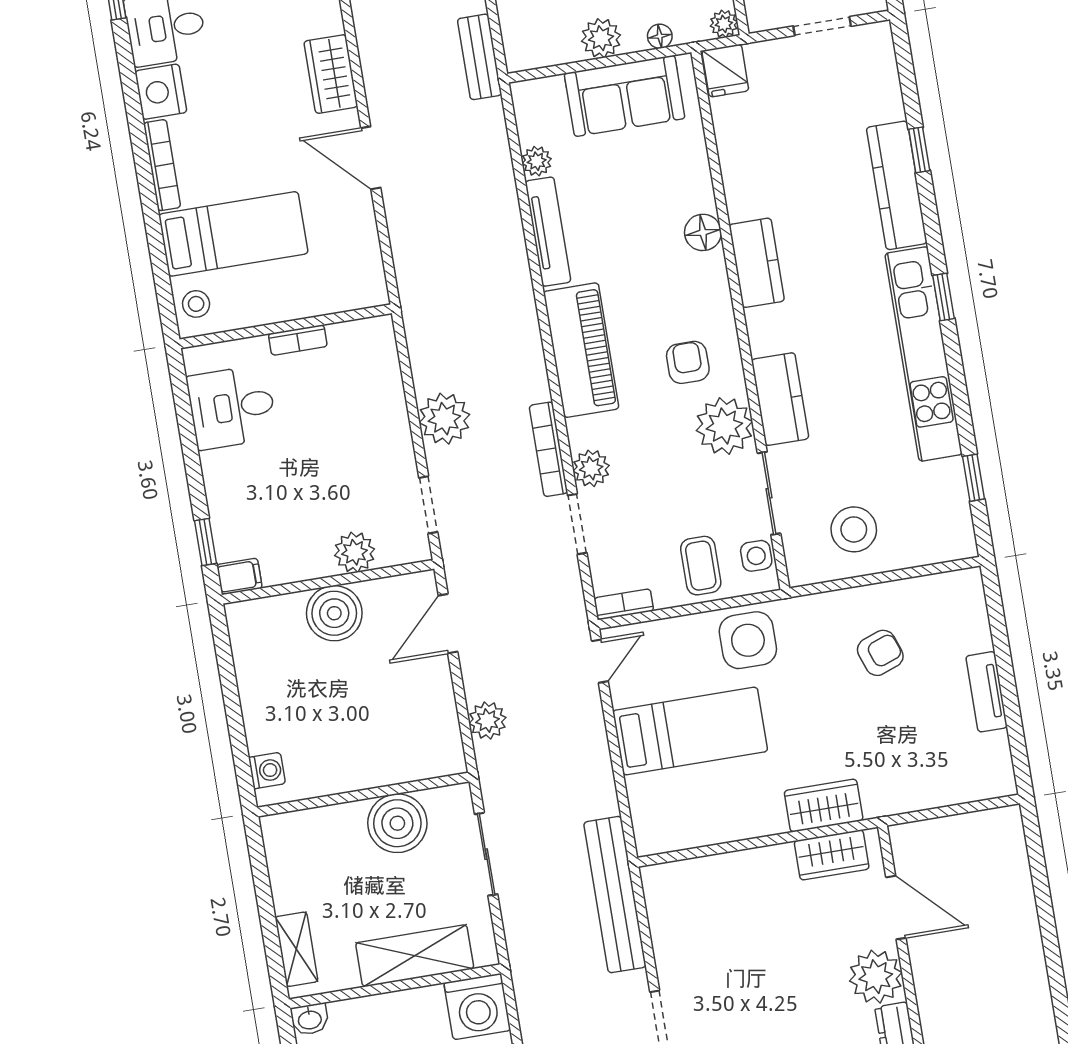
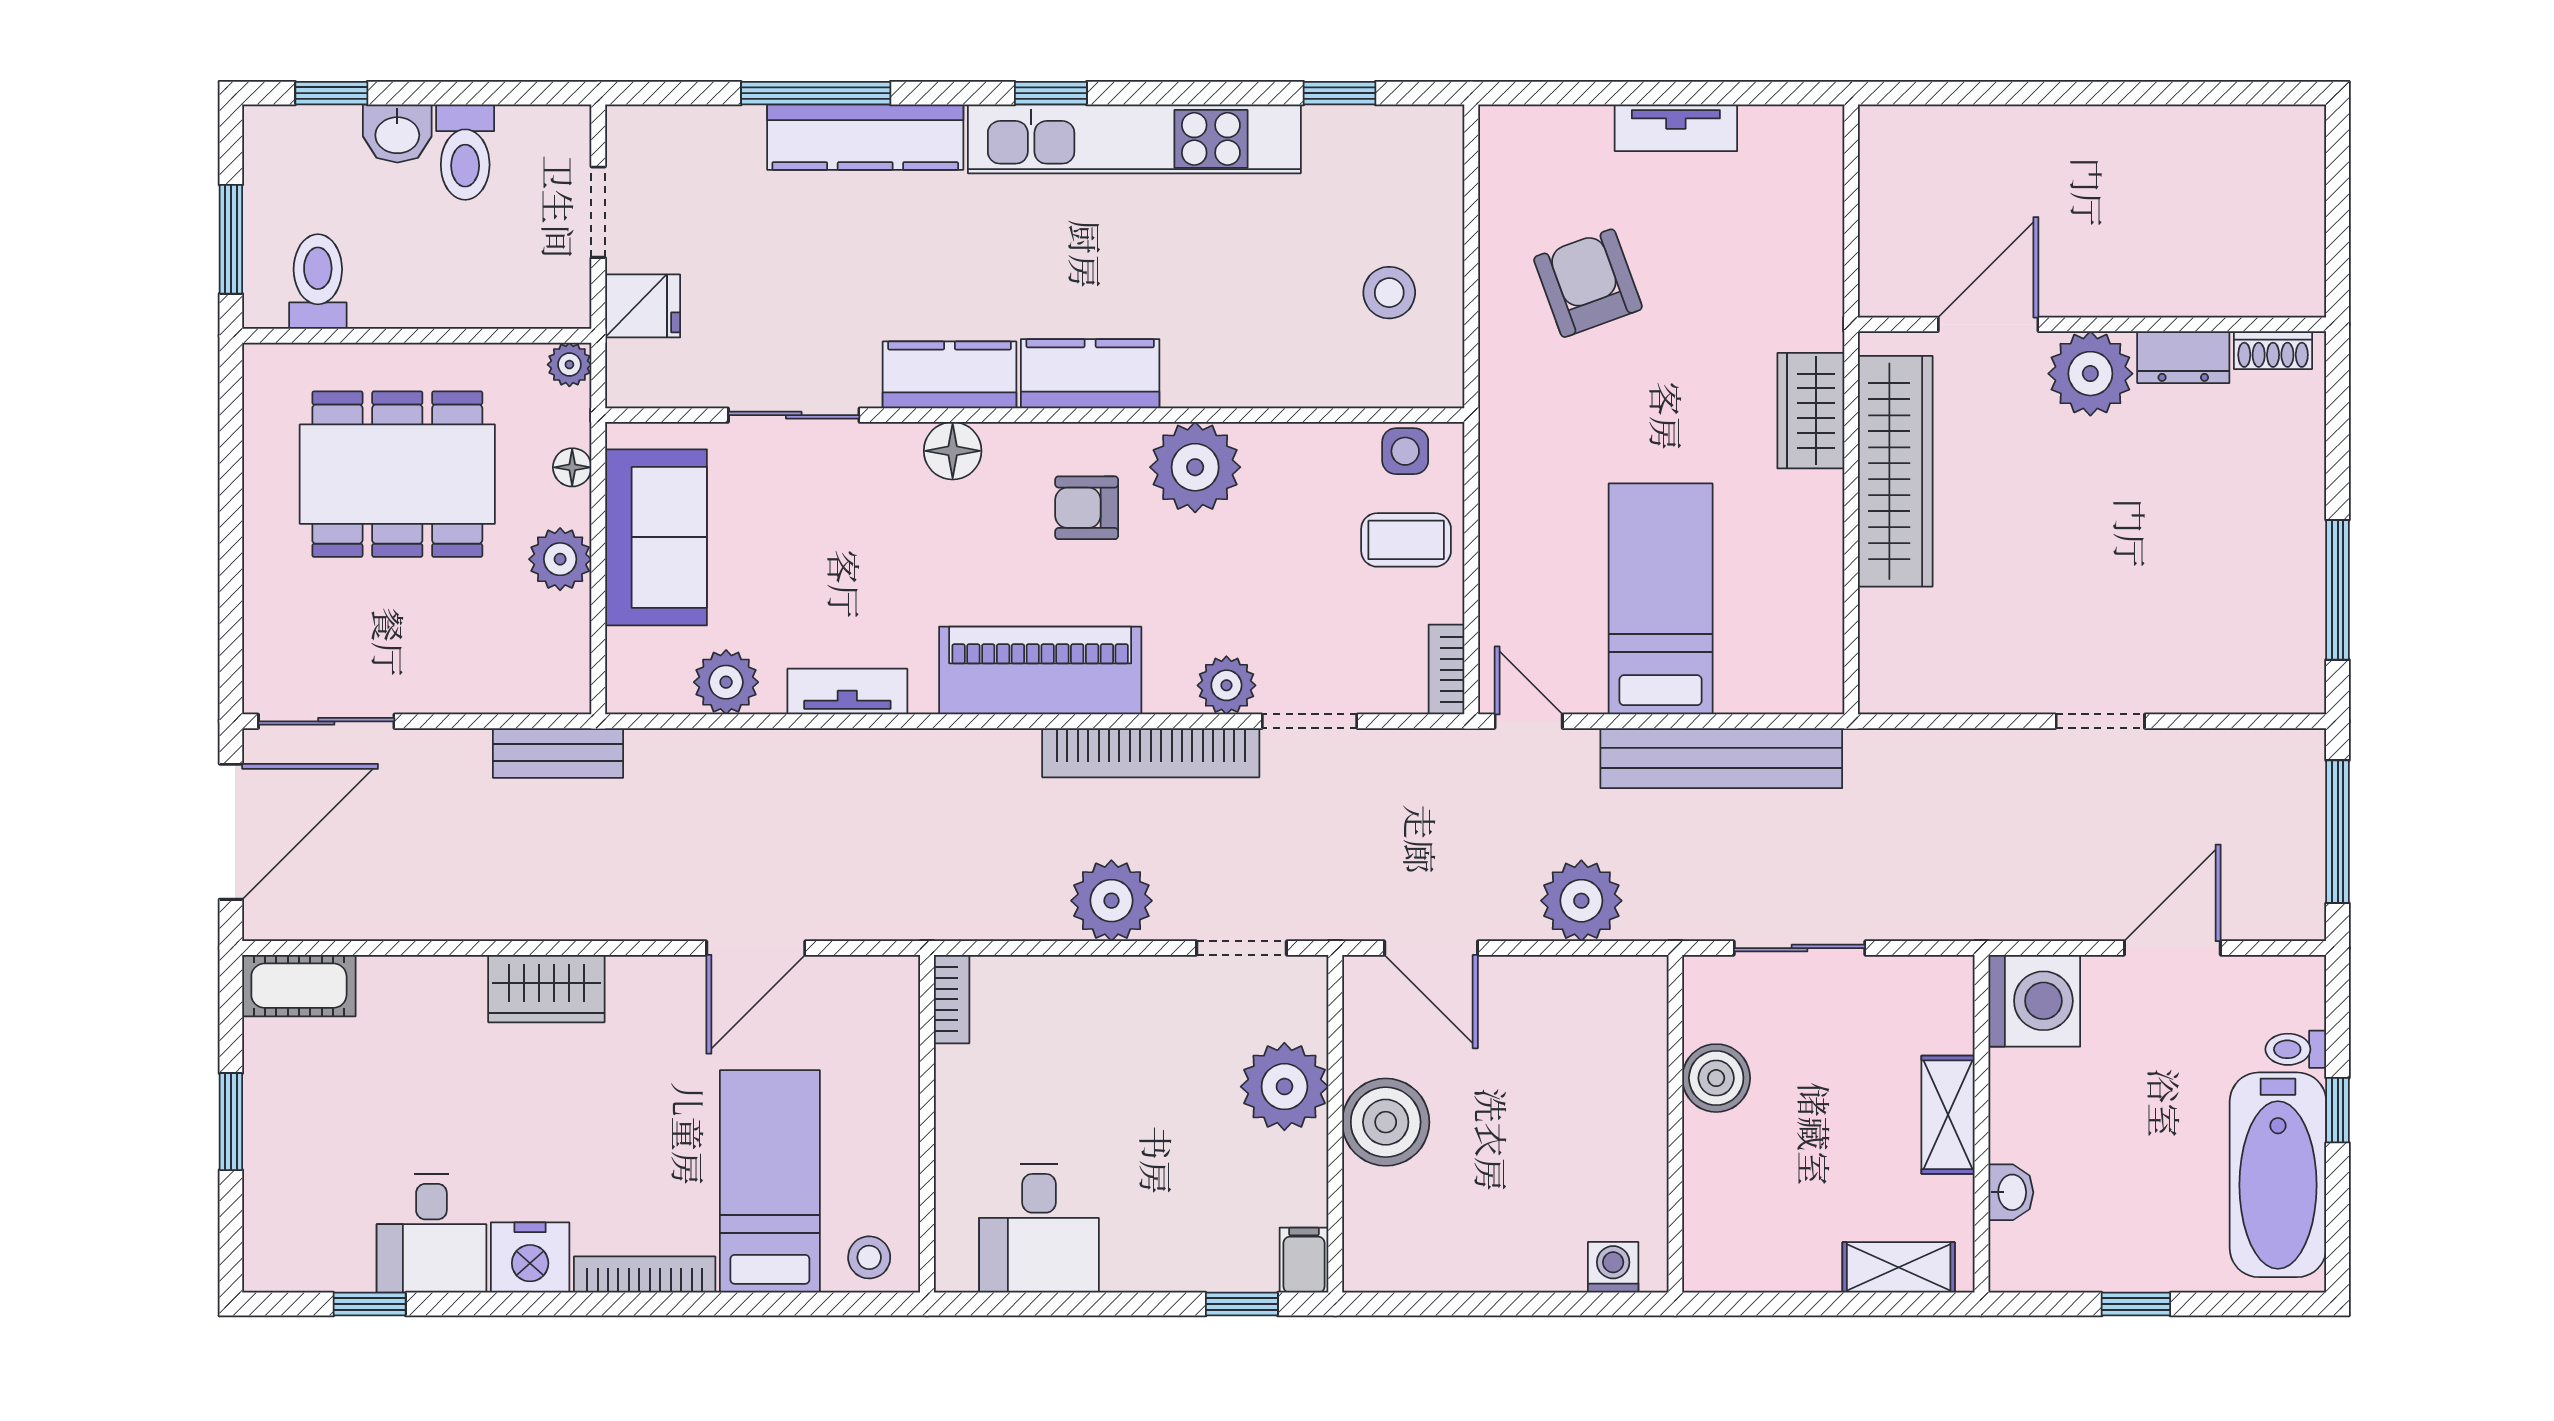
fridge: (725, 71) -> (643, 306), moved
window: (919, 150) -> (816, 93), width x2.17
door: (371, 158) -> (756, 948), moved
plant: (537, 161) -> (726, 682), width x1.38, depth x1.38
tv unit: (548, 232) -> (847, 692), width x0.71
floor lamp: (703, 232) -> (953, 451), moved
bookcase: (298, 340) -> (952, 999), moved
kitchen counter: (780, 399) -> (1090, 374), moved
bookcase: (548, 449) -> (1151, 753), width x1.48, depth x1.31
sliding door: (769, 493) -> (794, 415), moved
stool: (854, 529) -> (1389, 293), width x0.73, depth x0.73
plant: (355, 552) -> (1284, 1087), width x1.36, depth x1.36
side table: (748, 640) -> (1534, 486), removed
armchair: (880, 653) -> (1588, 283), width x1.38, depth x1.38
plant: (487, 721) -> (1581, 901), width x1.36, depth x1.36
boiler: (397, 823) -> (1716, 1078), width x0.73, depth x0.73
wardrobe: (832, 855) -> (1895, 471), width x2.10, depth x1.17
bench: (615, 895) -> (1721, 758), moved
shelving: (415, 956) -> (1948, 1115), width x0.67, depth x0.75
washbasin: (310, 1019) -> (2011, 1192), moved

